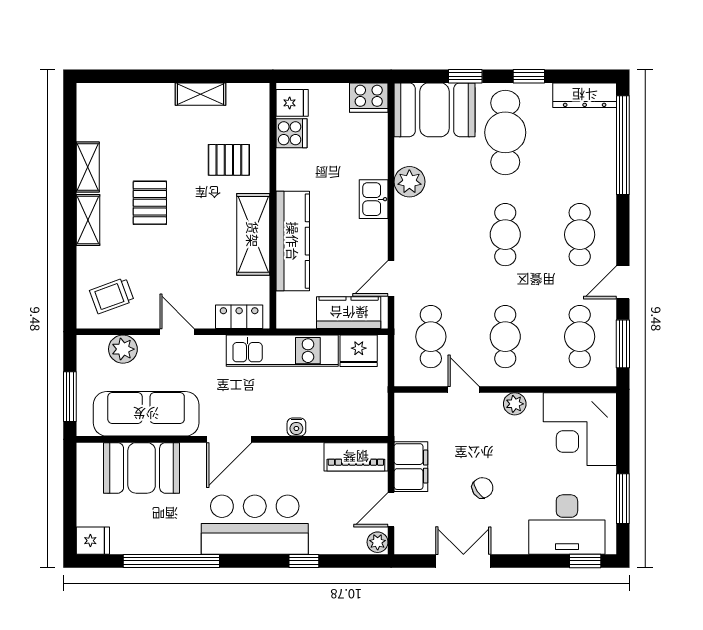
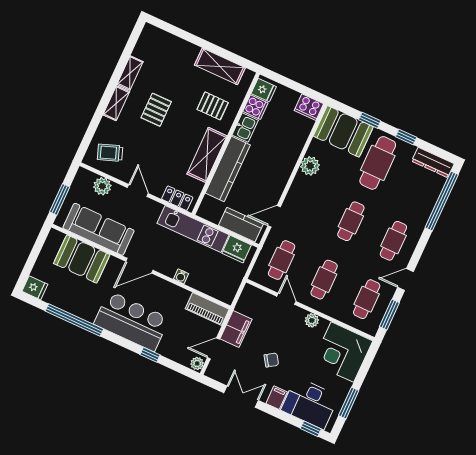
shelving: (200, 94) -> (220, 66), width x1.50, depth x1.33
kitchen sink: (374, 199) -> (245, 128), moved, turned 180
filing cabinet: (515, 539) -> (277, 398), added

